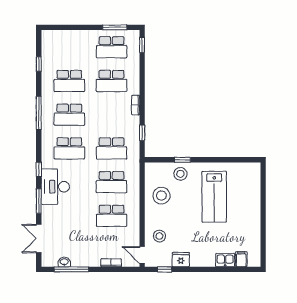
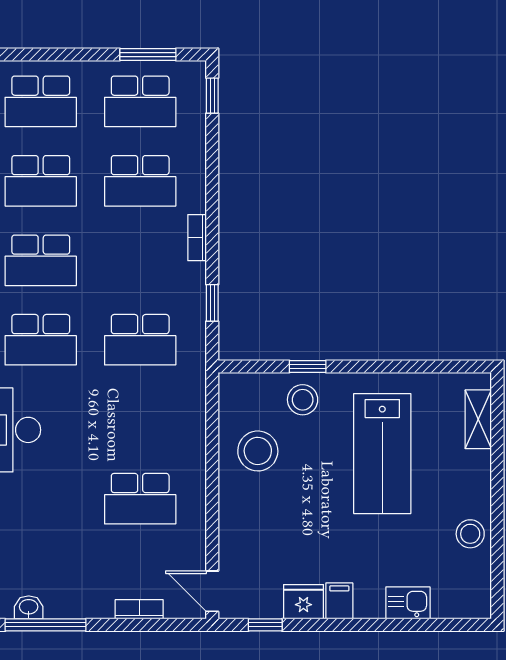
school desk: (112, 182) -> (41, 101), moved
shelving: (255, 182) -> (478, 419), added
stool: (159, 236) -> (470, 534), moved
filing cabinet: (241, 259) -> (339, 601), moved

